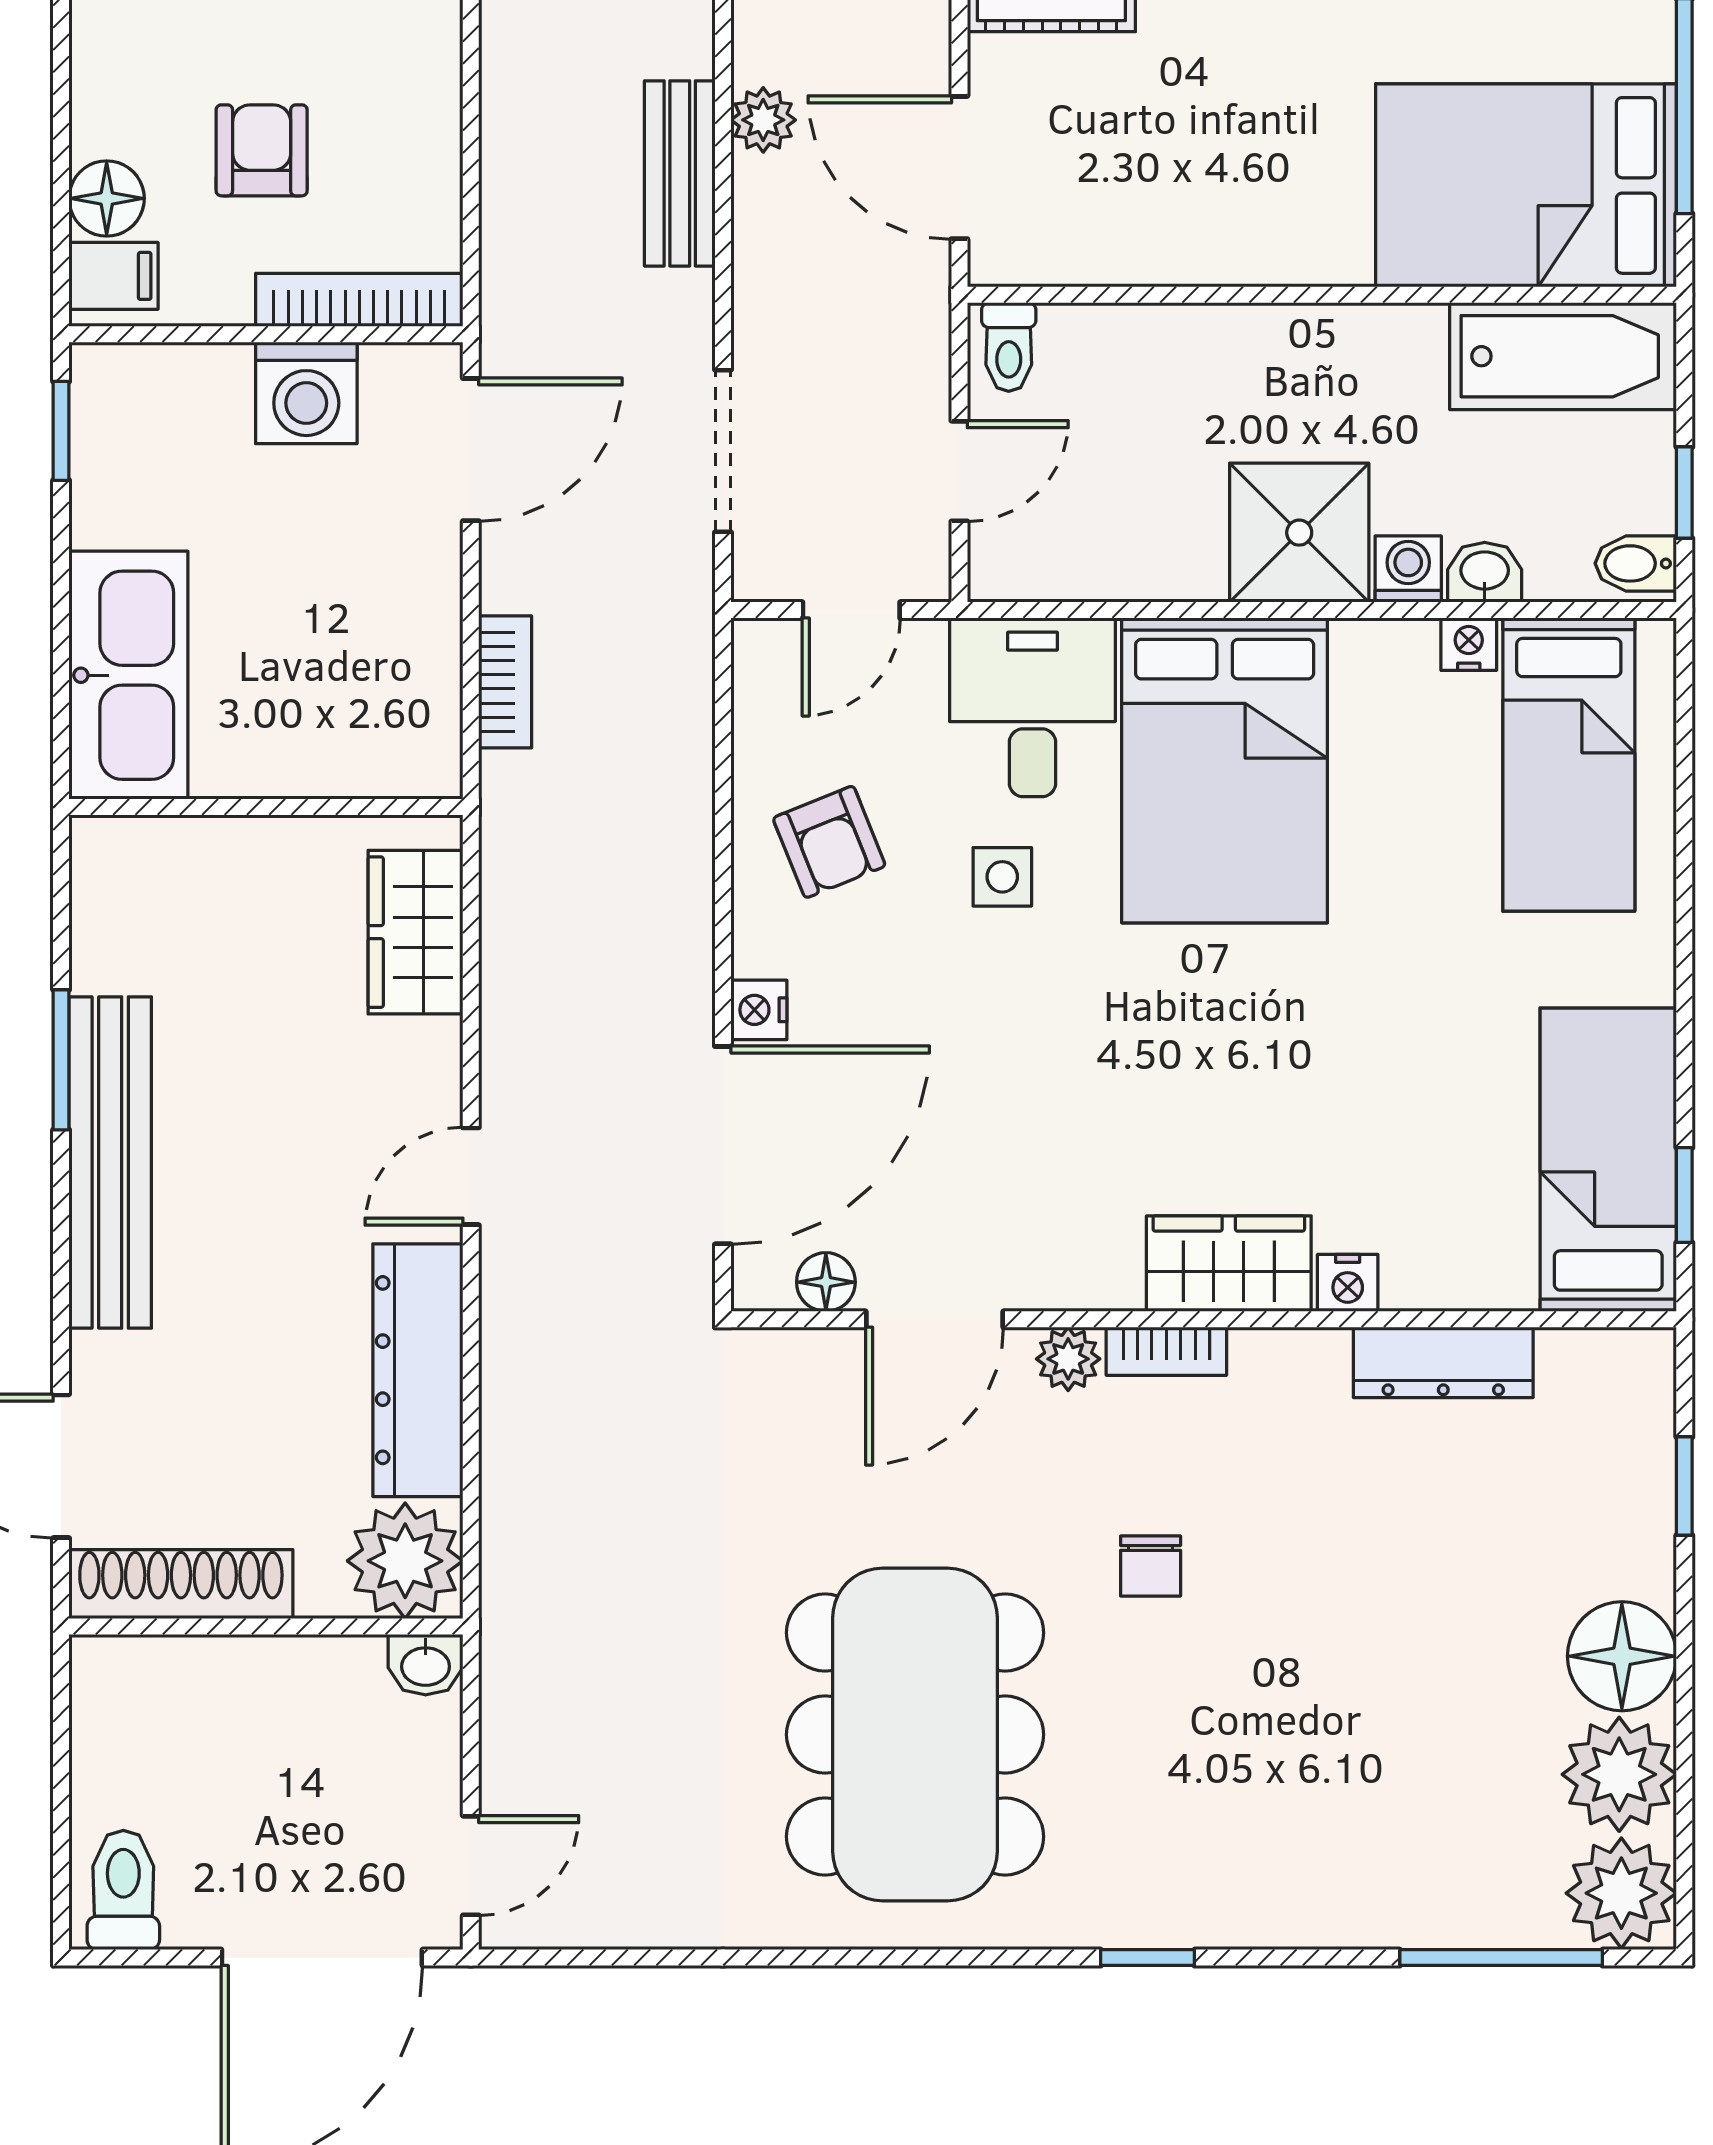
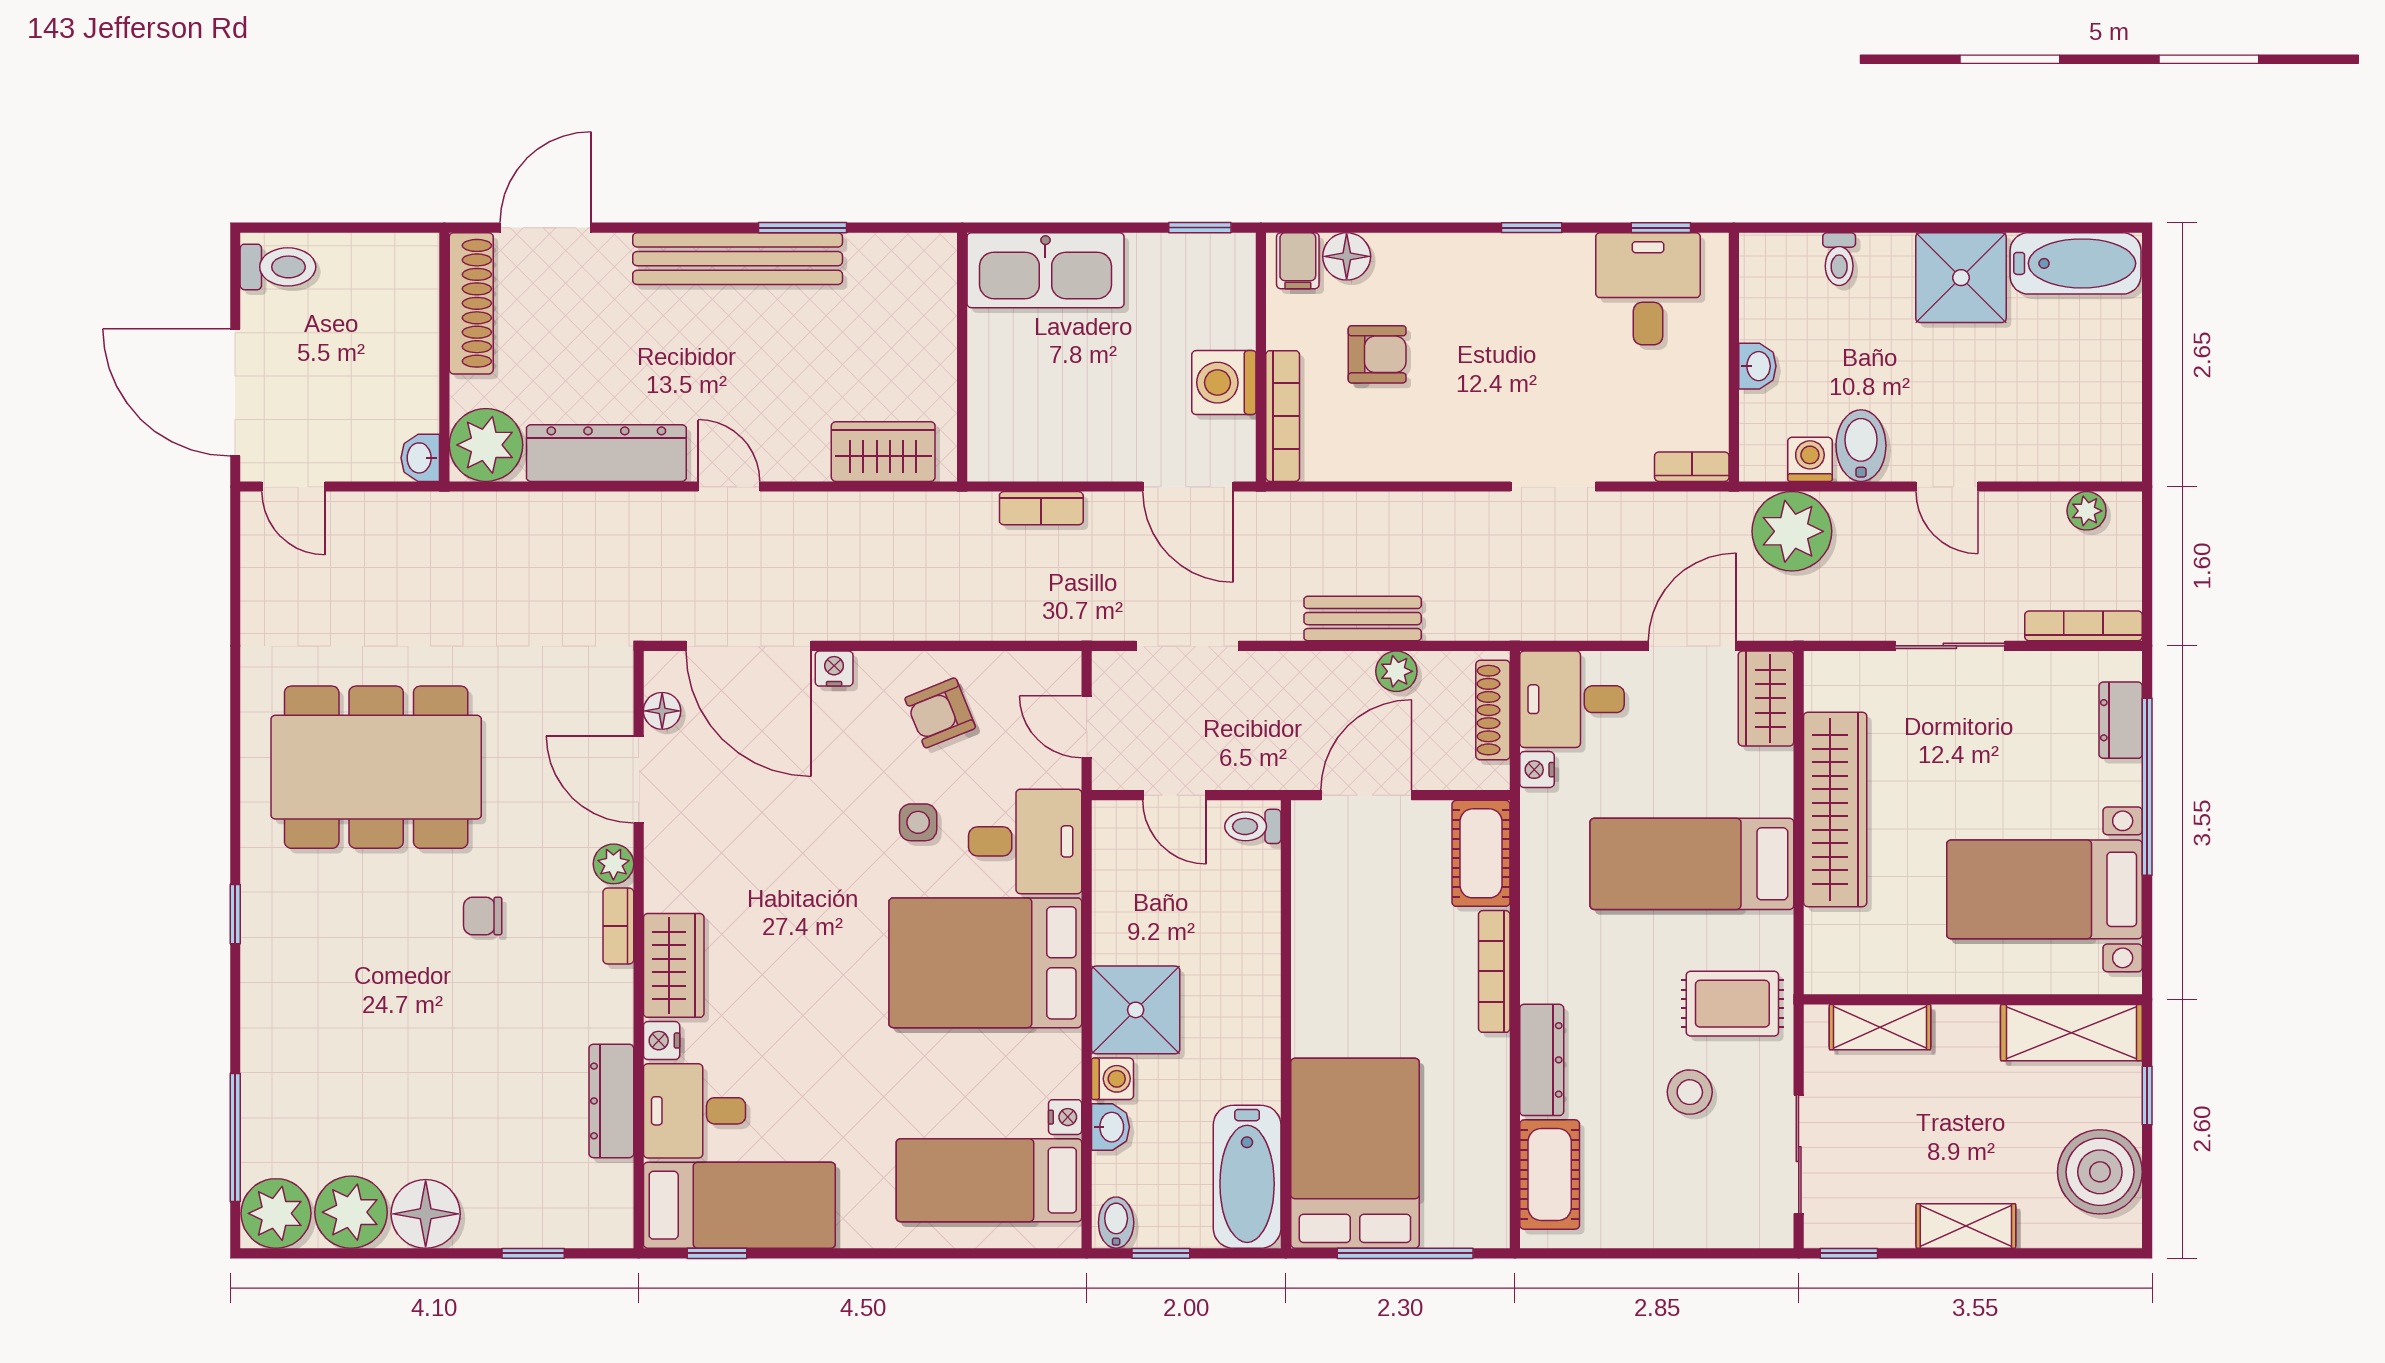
desk: (1459, 1231) -> (694, 1111), added

